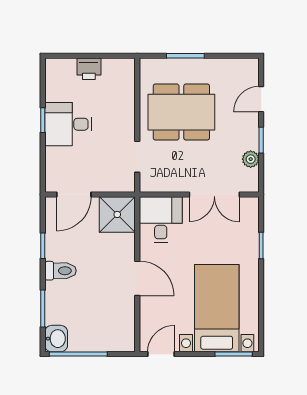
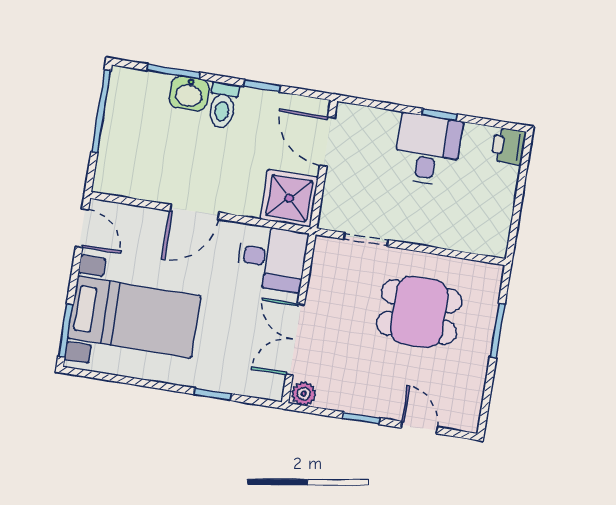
printer: (89, 69) -> (509, 146), moved
dining table: (181, 112) -> (419, 312), width x0.73
plant: (251, 159) -> (304, 394), moved
washbasin: (56, 339) -> (189, 93), moved

